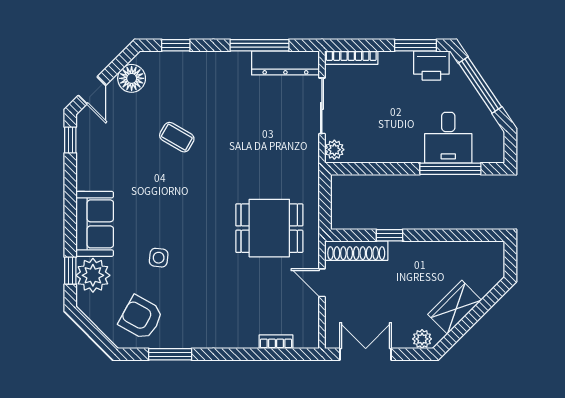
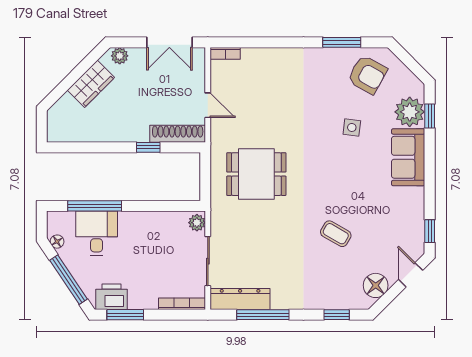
floor lamp: (493, 128) -> (57, 242), added
dining table: (269, 228) -> (256, 174), moved
bookcase: (276, 342) -> (225, 53), moved

